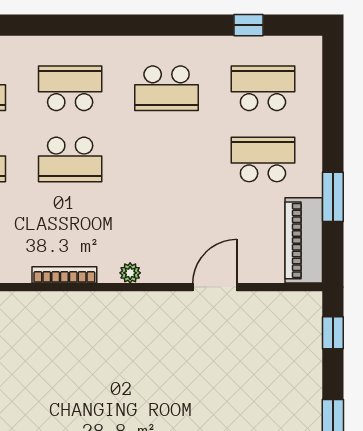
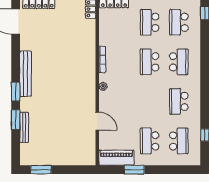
school desk: (263, 159) -> (150, 141), turned 180
window: (333, 333) -> (79, 170), removed

